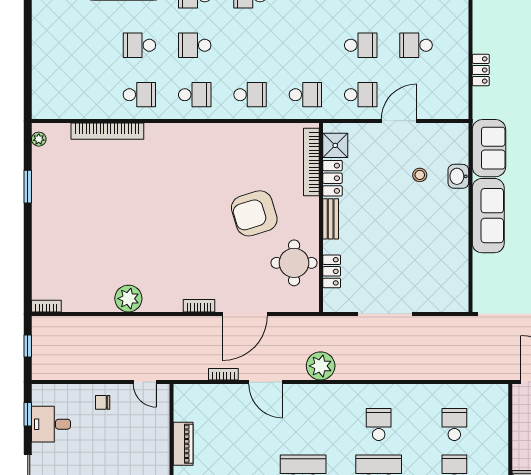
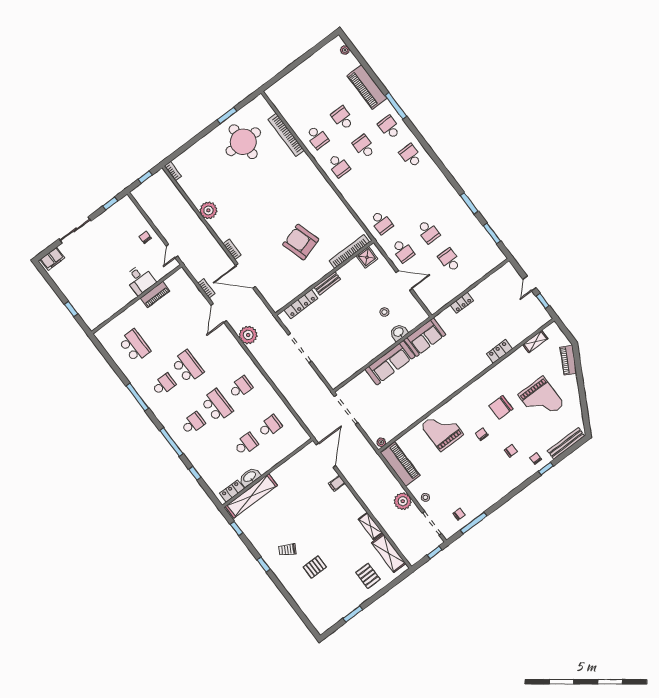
school desk: (250, 95) -> (360, 194), removed
plant: (39, 139) -> (256, 103), removed
locker: (332, 178) -> (349, 269), removed
round table: (294, 263) -> (243, 142), moved, width x1.36, depth x1.36
locker: (332, 271) -> (301, 304), width x1.53
desk: (51, 424) -> (140, 279), moved, turned 180

